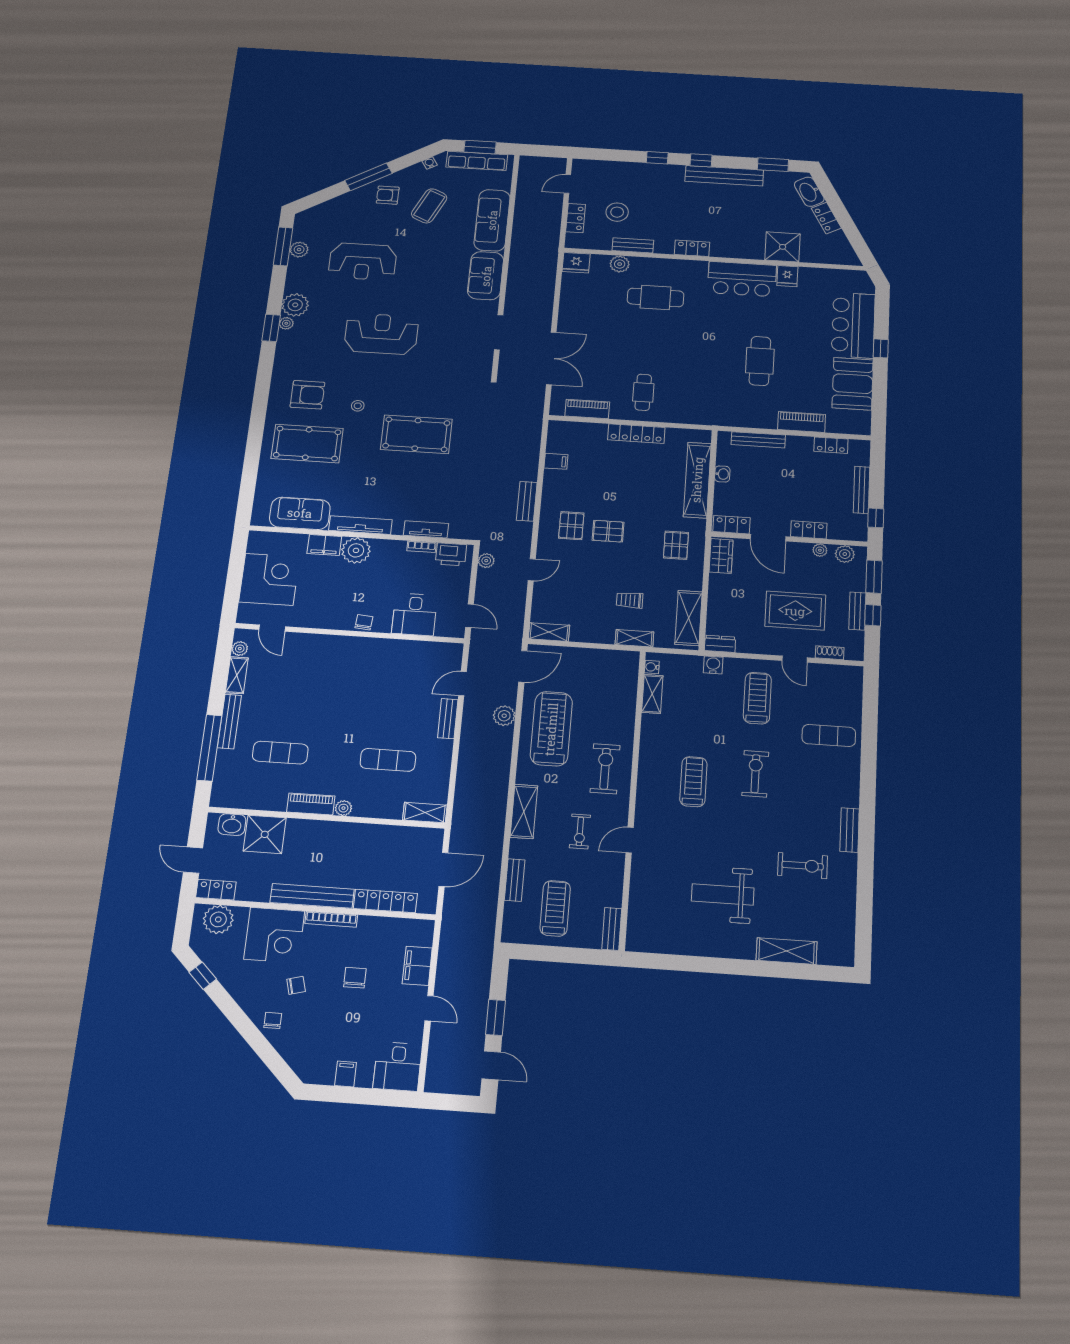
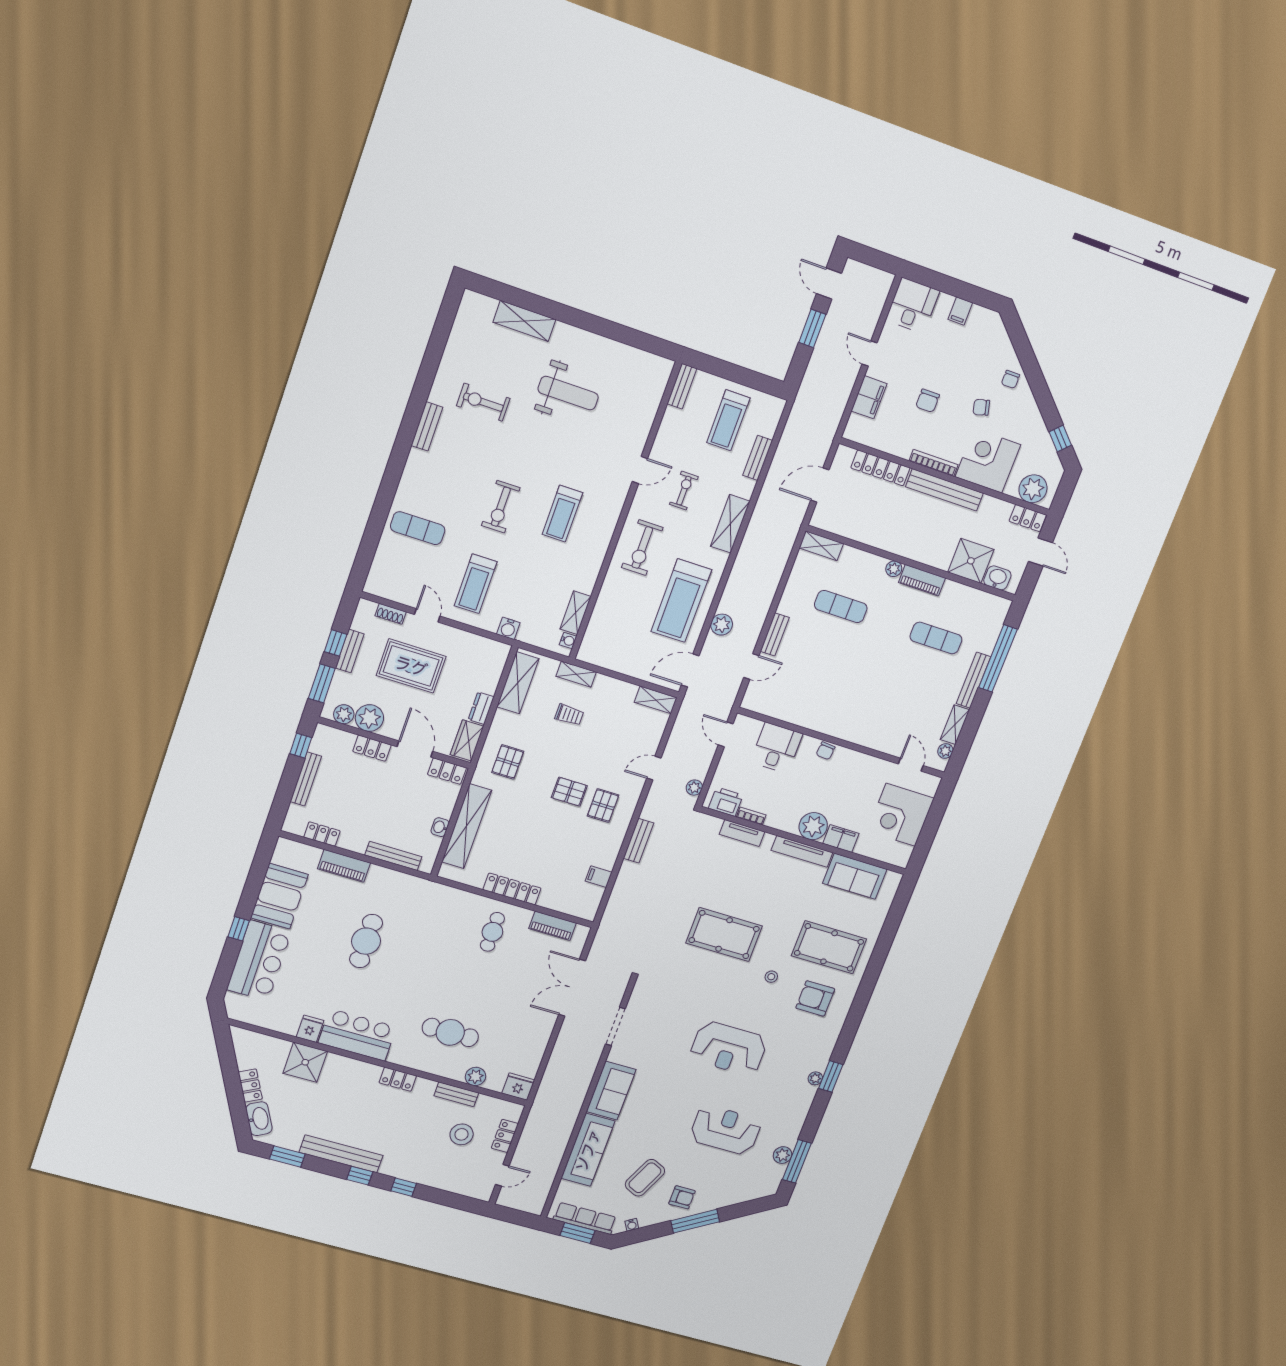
plant: (295, 305) -> (802, 1096), removed
plant: (820, 550) -> (369, 718), width x1.87, depth x1.87
dresser: (720, 644) -> (481, 708), moved, turned 90

